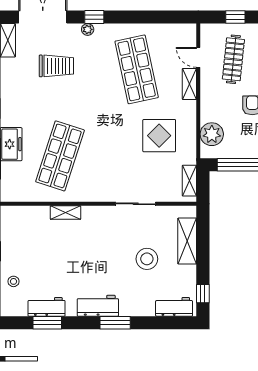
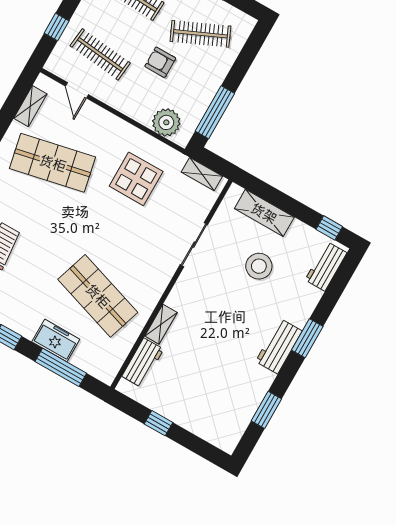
door: (198, 57) -> (77, 90), hinge flipped
shelving: (189, 84) -> (30, 106), moved, turned 90
stool: (14, 281) -> (202, 421), removed
workbench: (47, 307) -> (143, 363), moved, turned 180

